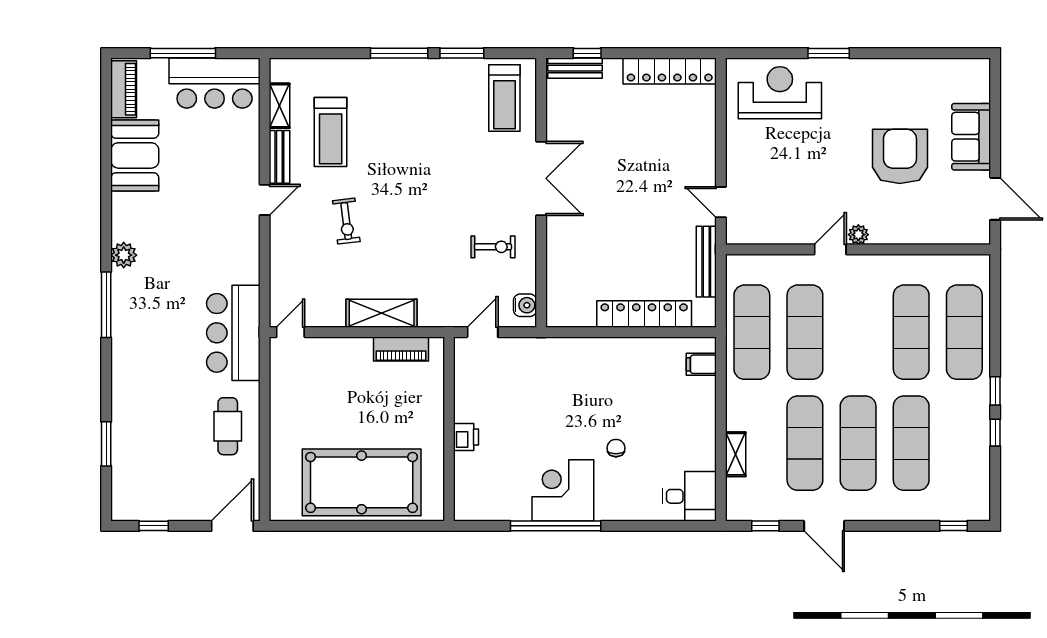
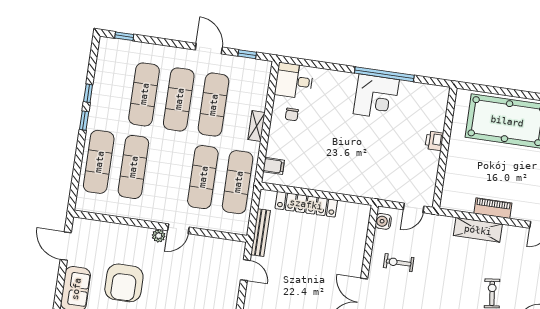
piano: (401, 349) -> (493, 208), moved
chair: (616, 448) -> (292, 114), moved
shelving: (736, 454) -> (257, 126), moved

